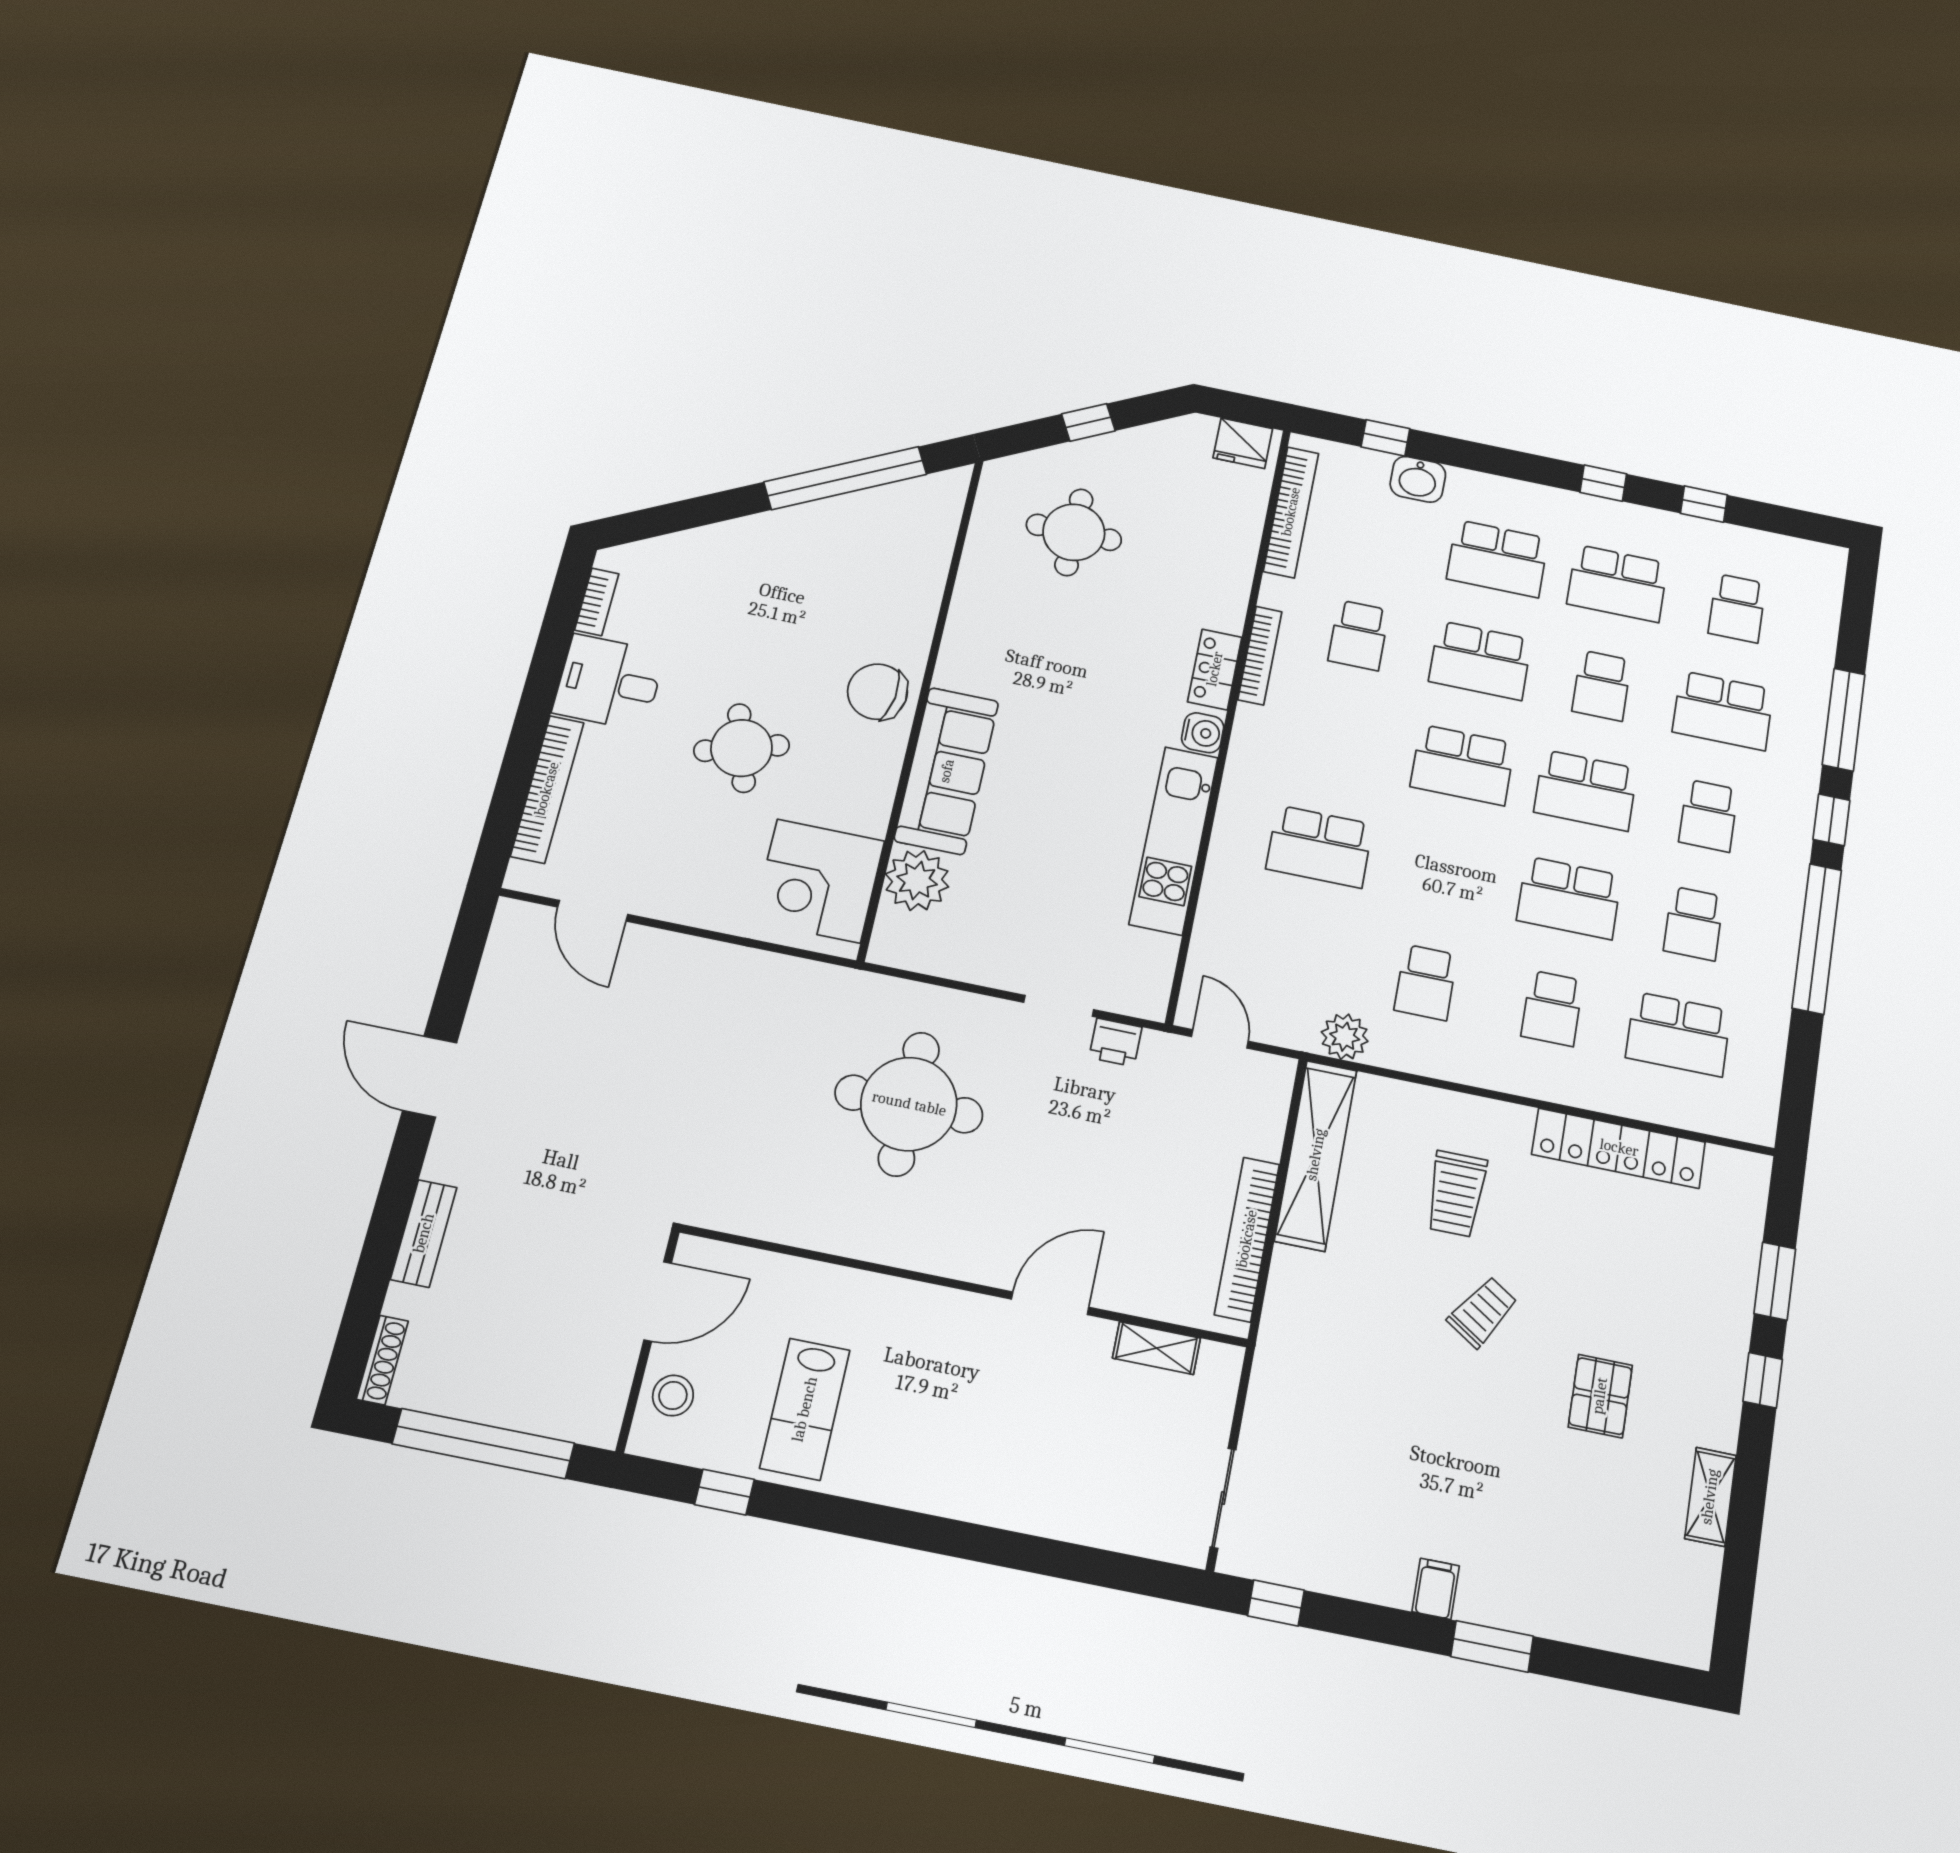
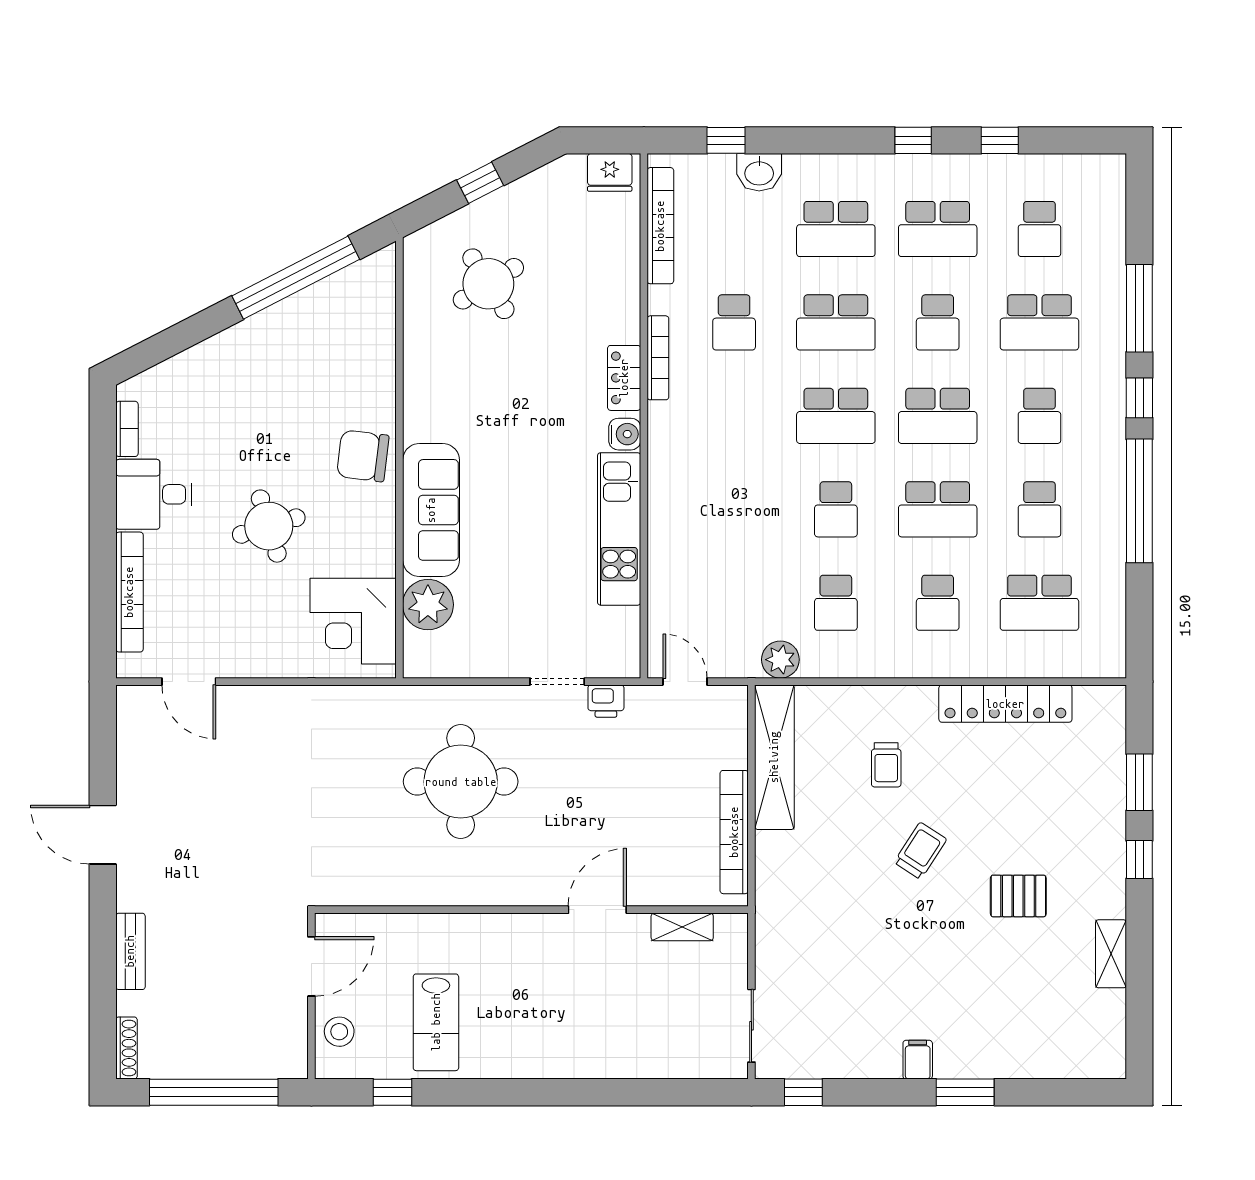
round table: (1074, 532) -> (488, 284), turned -32
school desk: (1320, 847) -> (836, 509), moved, width x0.54
trolley: (1456, 1194) -> (886, 765), width x0.73, depth x0.72
pallet: (1600, 1396) -> (1018, 896), turned 90

